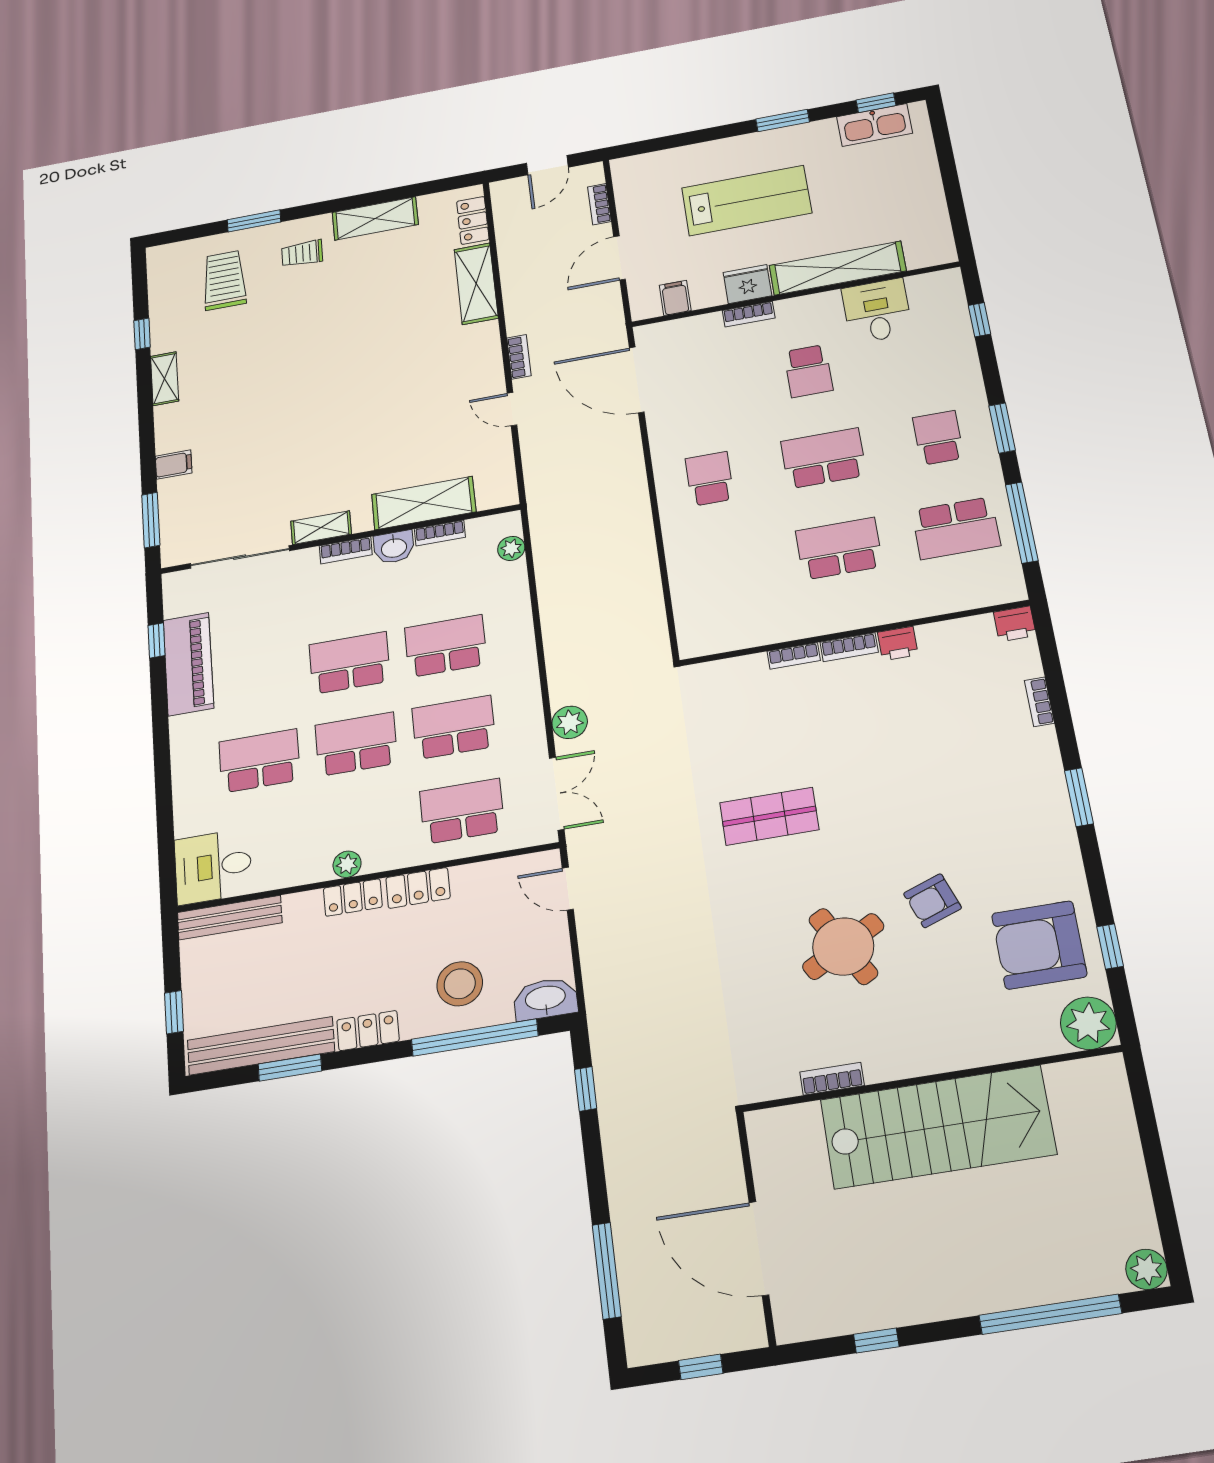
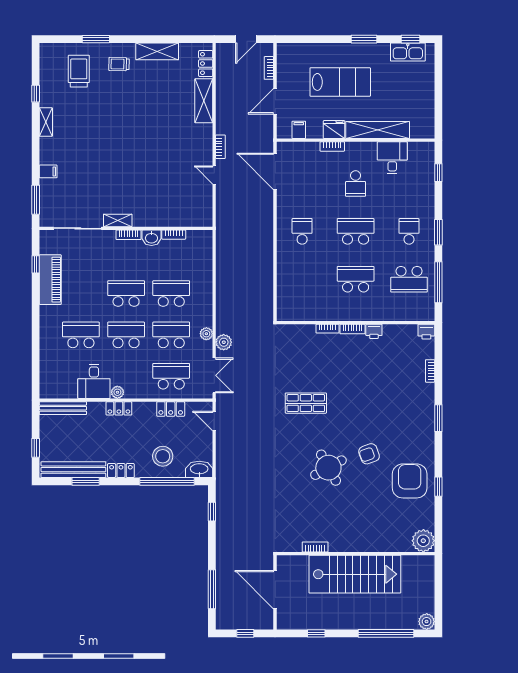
shelving: (424, 503) -> (168, 217), removed
plant: (511, 548) -> (206, 334), moved
desk: (213, 867) -> (94, 381), moved, turned -90
locker: (418, 888) -> (171, 409), moved
armchair: (1039, 945) -> (410, 481), turned 90
plant: (1088, 1023) -> (423, 541), moved
bookcase: (832, 1079) -> (315, 547), moved
wall: (931, 1079) -> (356, 554), moved
stairs: (938, 1127) -> (355, 574), moved

